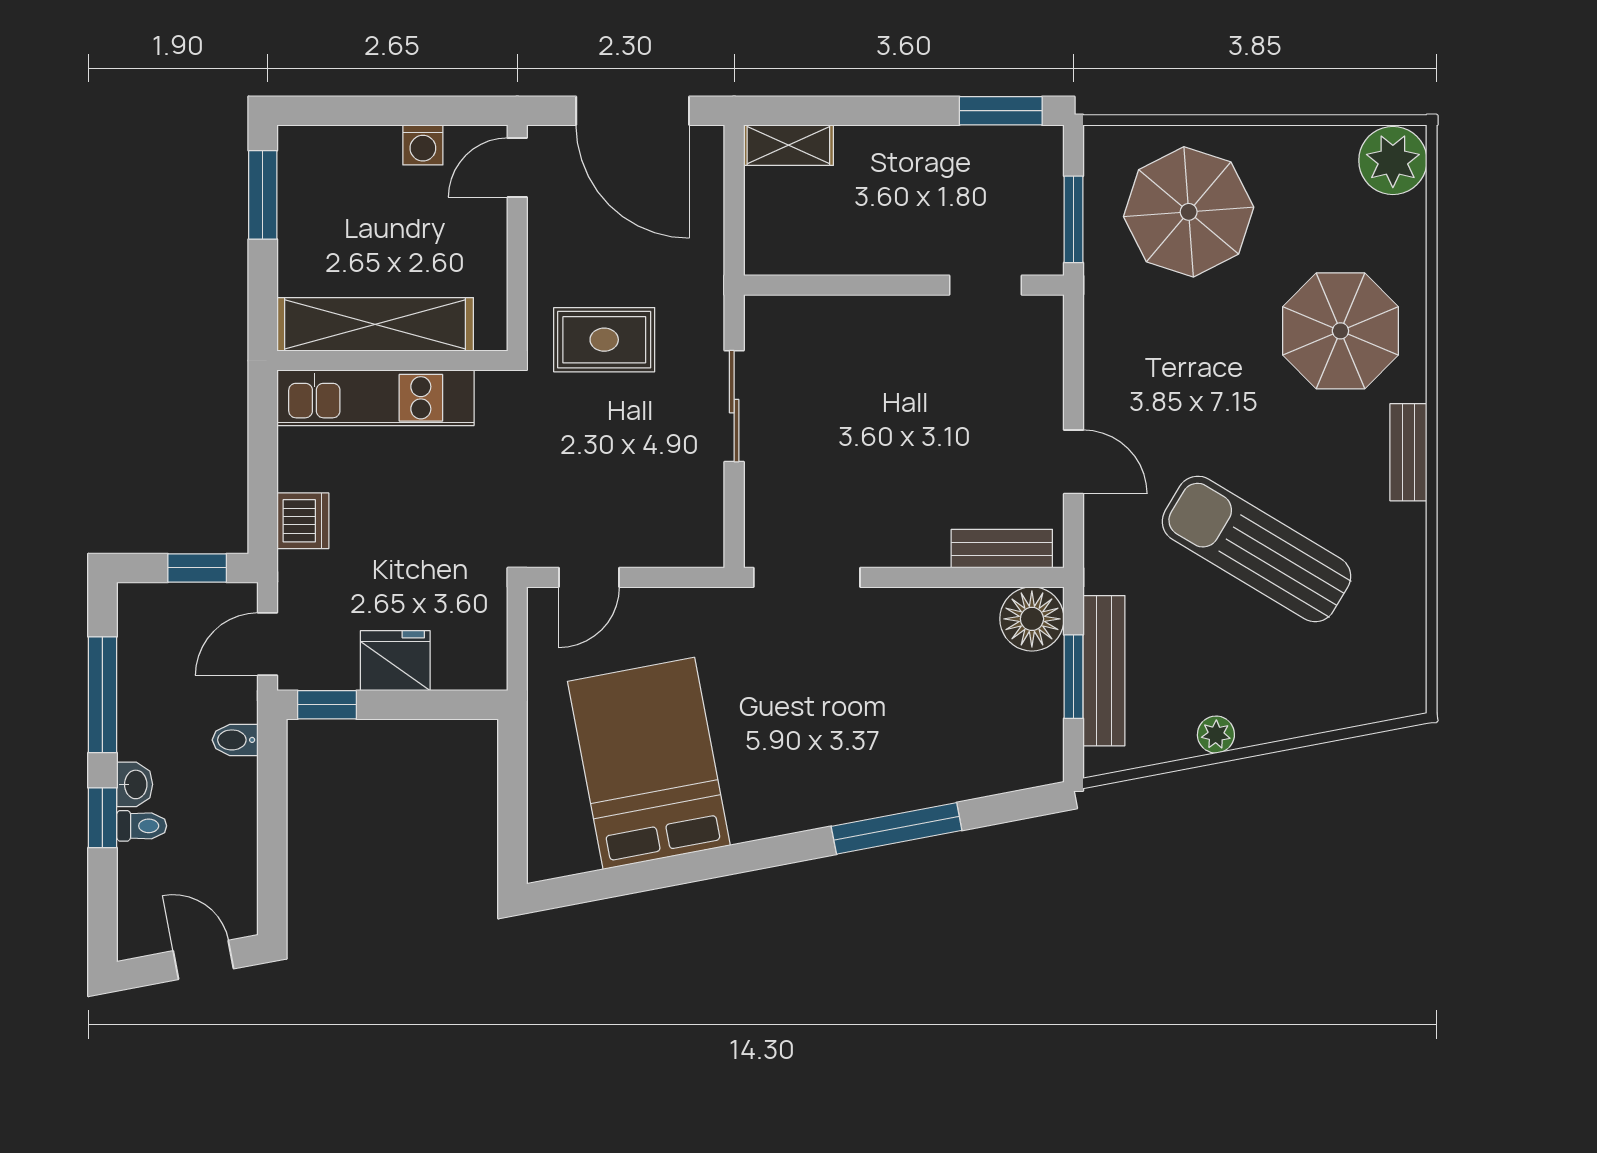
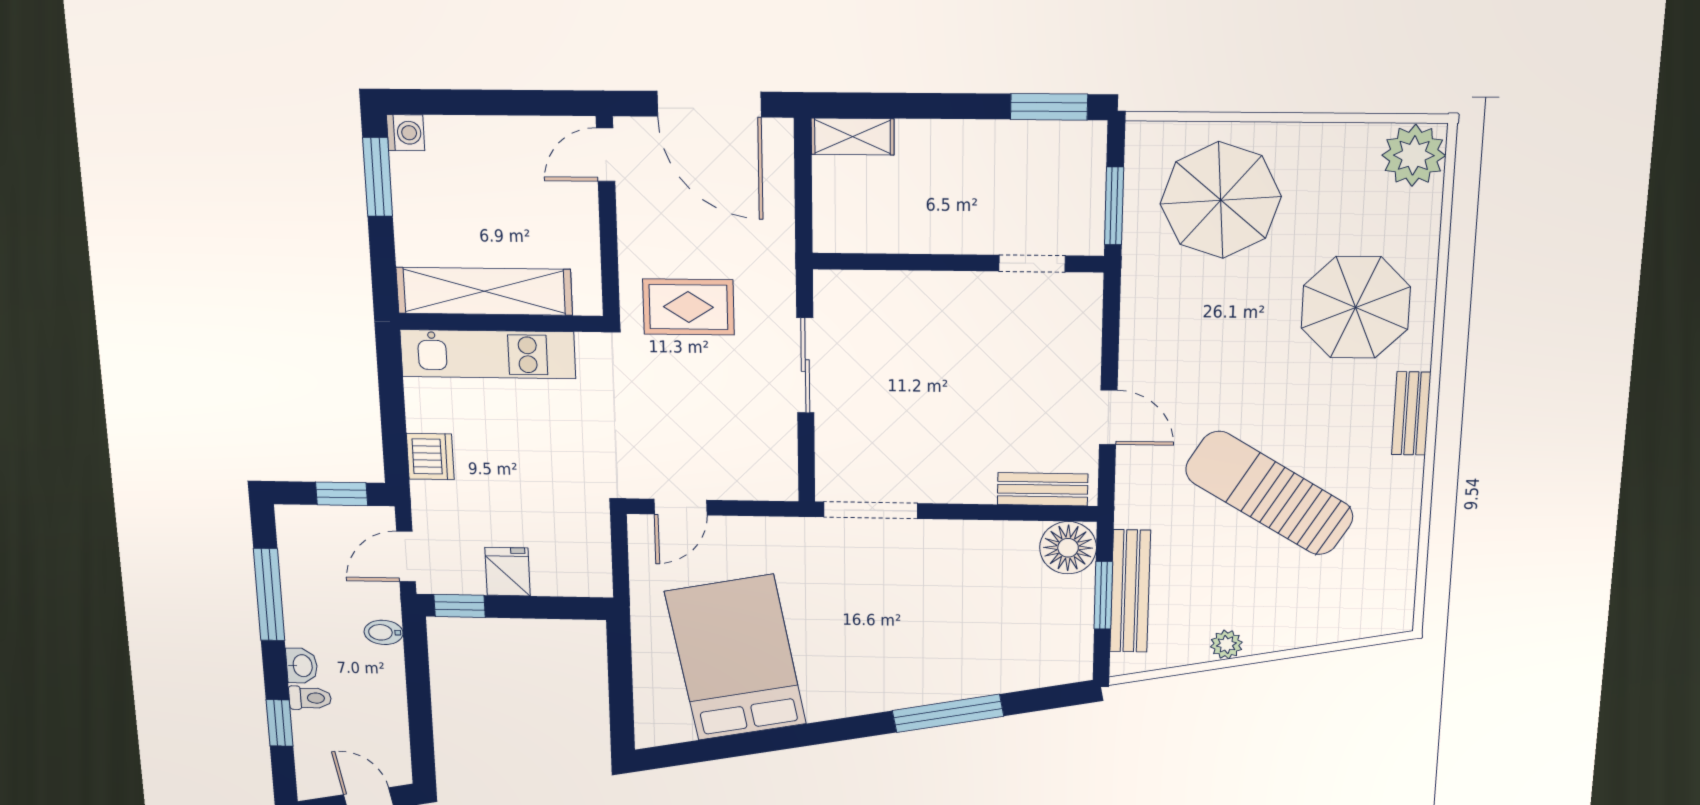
washing machine: (423, 145) -> (406, 133), moved, turned -90
fridge: (395, 661) -> (508, 572), width x0.72
window: (102, 818) -> (280, 723), moved

